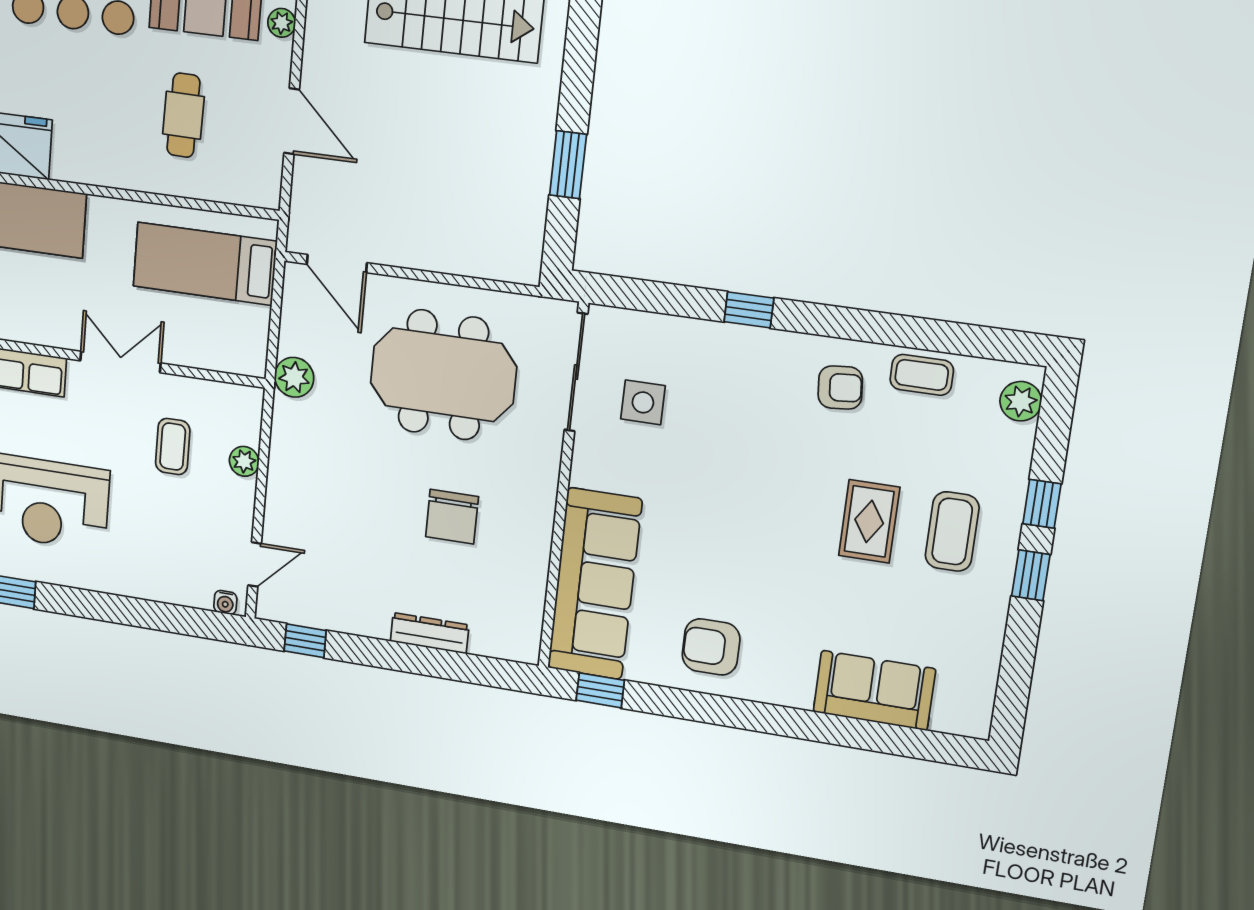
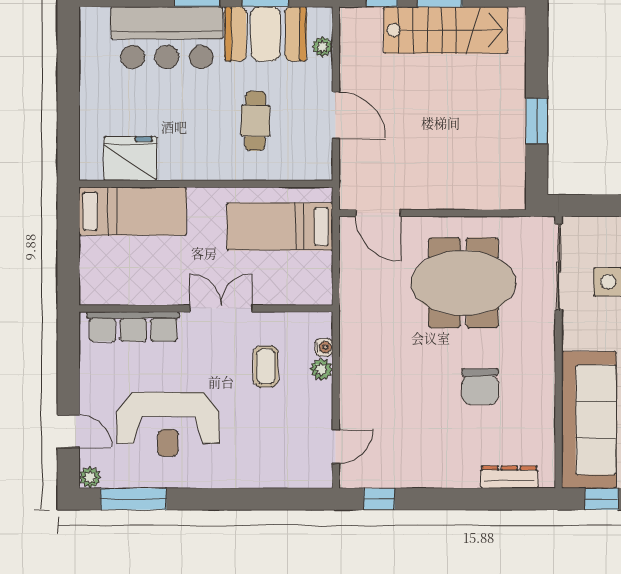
plant: (294, 377) -> (354, 301), removed
water cooler: (225, 602) -> (324, 347), moved, turned -90
dresser: (430, 633) -> (509, 477), moved

